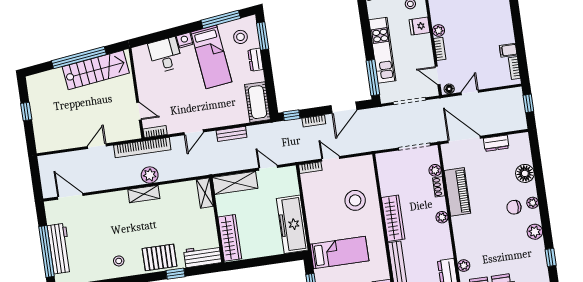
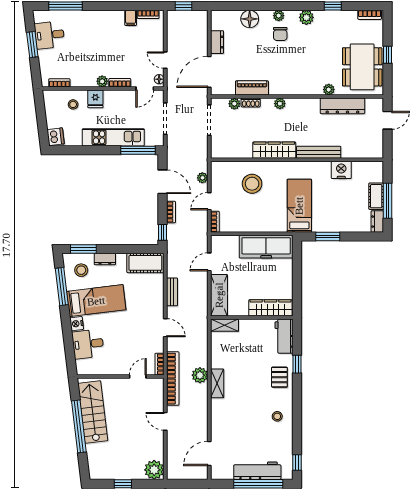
plant: (45, 142) -> (154, 470), added
plant: (354, 148) -> (202, 178), added
piano: (457, 192) -> (252, 88), width x0.73, depth x0.75
pallet: (159, 257) -> (279, 377), width x0.67, depth x0.71

